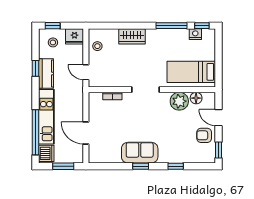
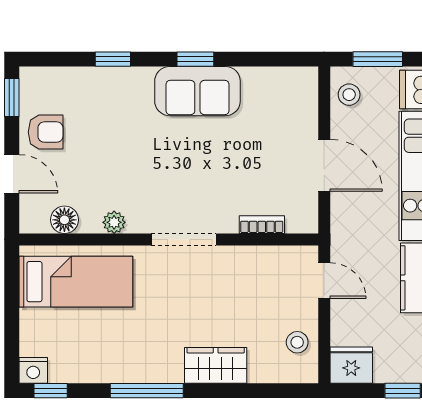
window: (171, 26) -> (147, 391), moved
nightstand: (195, 34) -> (33, 370), moved
stool: (53, 42) -> (349, 95), moved
plant: (179, 101) -> (114, 222), width x0.53, depth x0.53
door: (86, 133) -> (324, 165), moved

